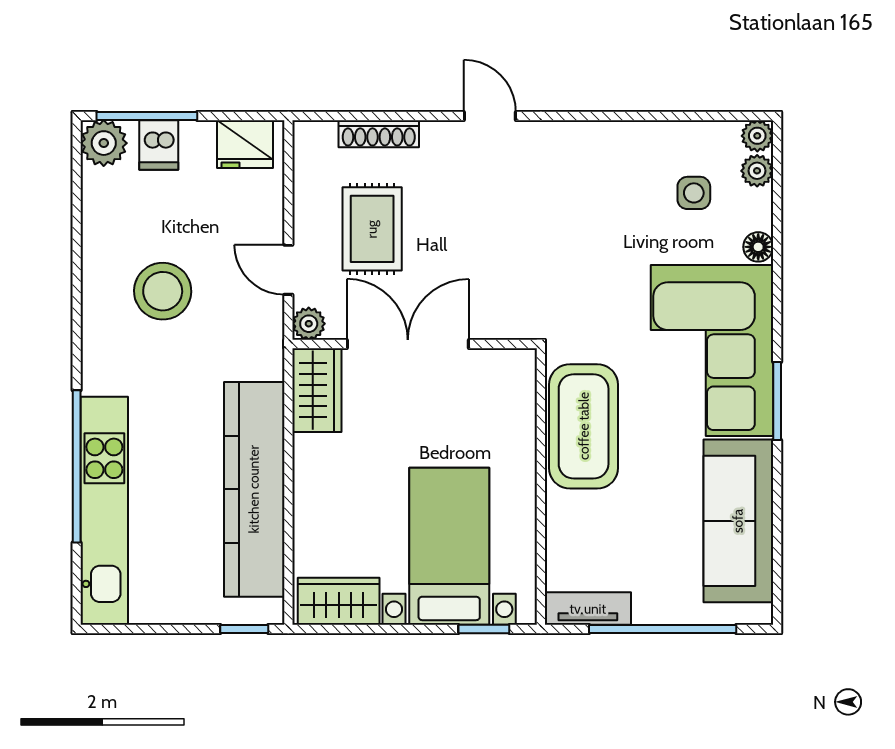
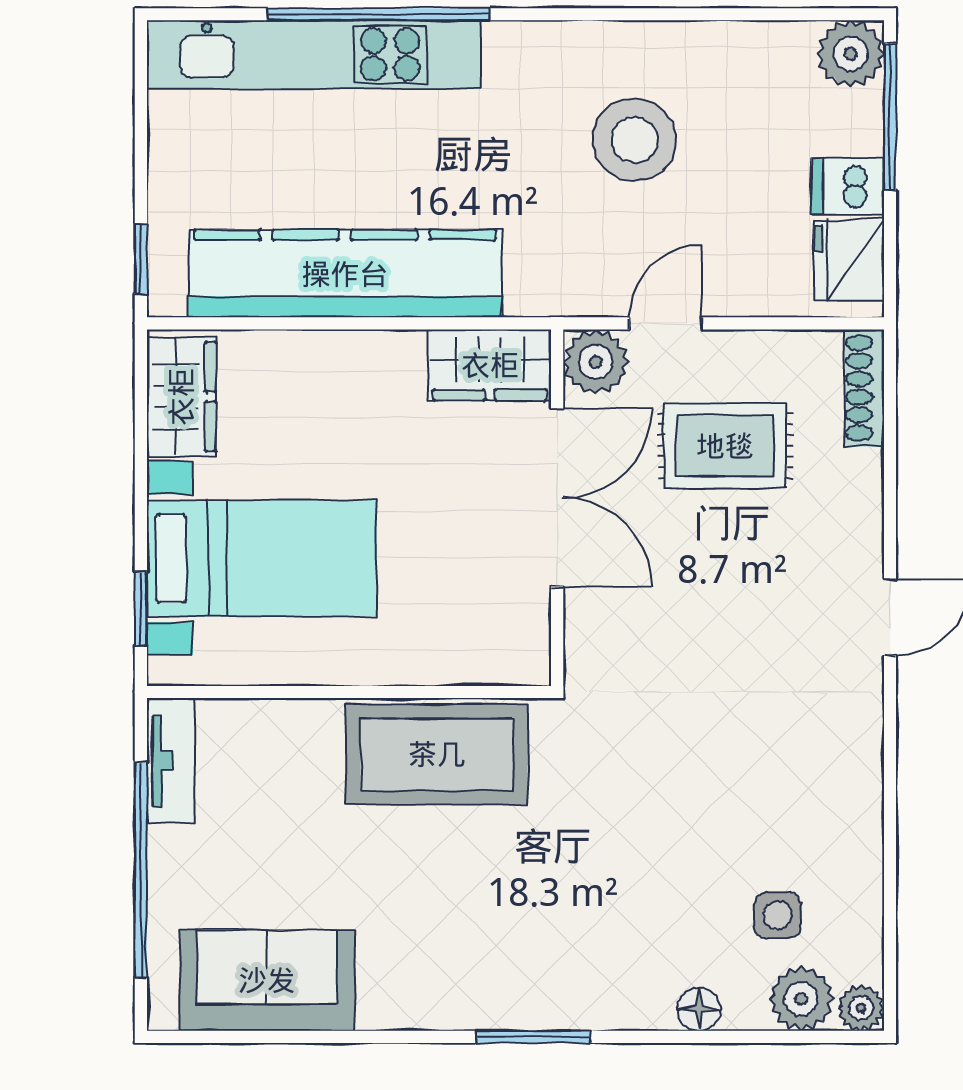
shoe rack: (379, 134) -> (864, 388), moved
dishwasher: (159, 145) -> (848, 186), moved
plant: (757, 171) -> (801, 999), width x1.38, depth x1.38
plant: (309, 324) -> (596, 362), width x1.38, depth x1.38
corner sofa: (712, 351) -> (548, 942), removed
window: (777, 401) -> (533, 1037), moved
sofa: (738, 521) -> (267, 980), width x0.73

